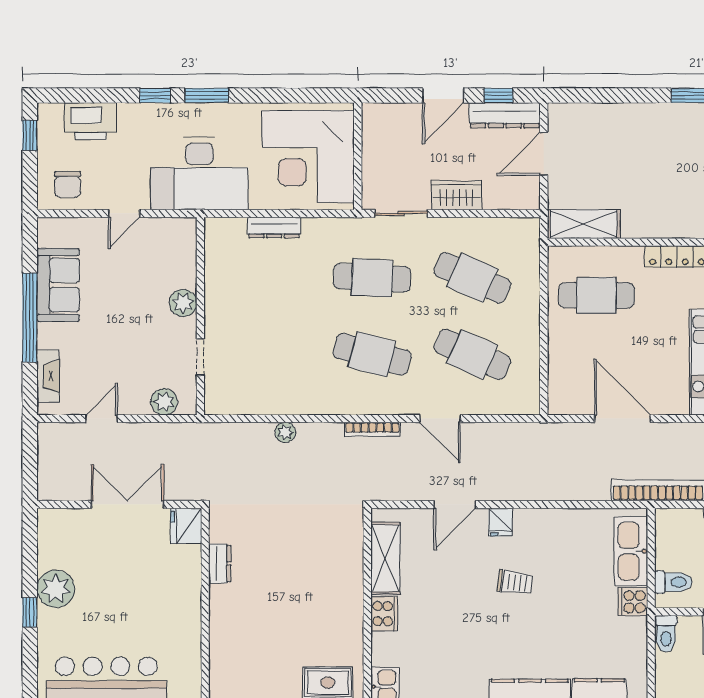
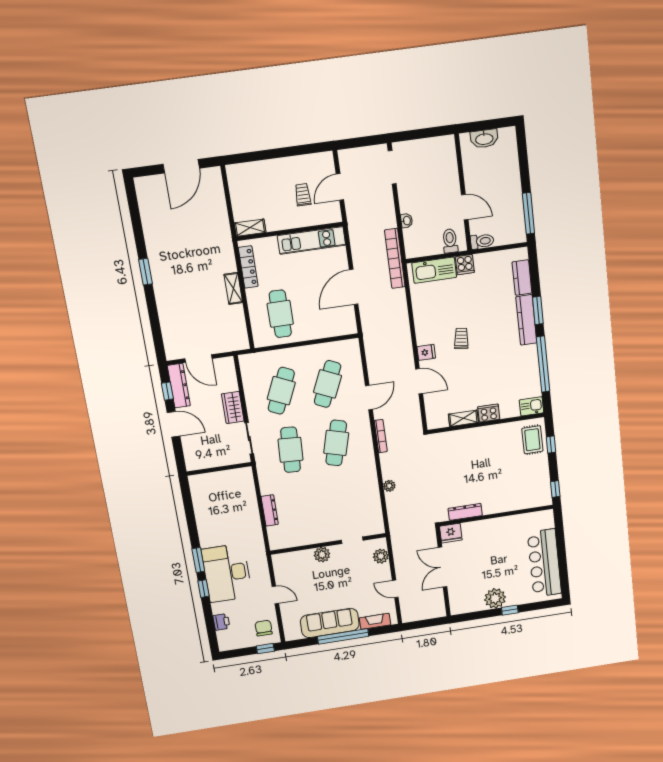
printer: (91, 121) -> (221, 622), width x0.53, depth x0.68
window: (30, 135) -> (265, 649), moved
corner desk: (308, 157) -> (224, 497), removed
desk: (199, 174) -> (227, 573), moved, turned 180
chair: (68, 184) -> (264, 628), turned -90
shelving: (584, 224) -> (233, 288), moved, width x0.67, depth x0.75
sofa: (58, 285) -> (330, 623), width x1.36
shelving: (385, 558) -> (463, 418), width x0.67, depth x0.75
dresser: (220, 563) -> (465, 512), width x1.44

